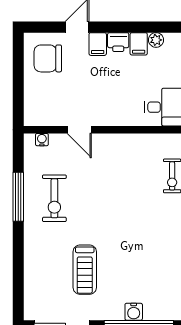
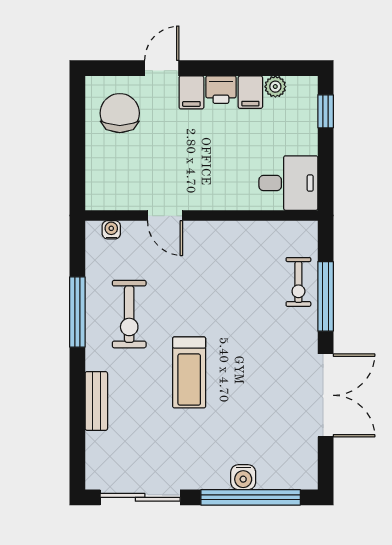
chair: (48, 58) -> (120, 113), turned 90
bench: (31, 259) -> (96, 401), added
treadmill: (85, 270) -> (189, 372), moved

